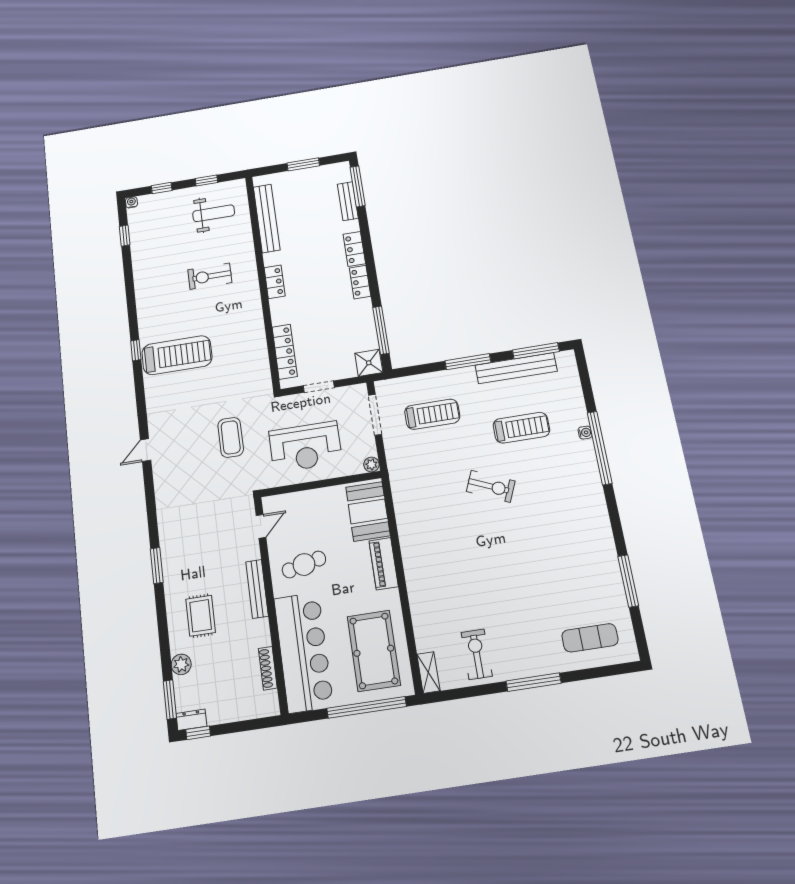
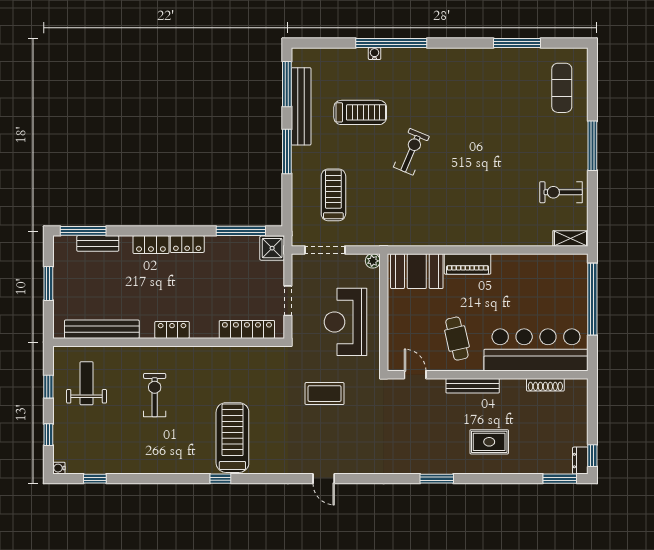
exercise bike: (210, 276) -> (155, 395), turned 180
treadmill: (521, 428) -> (360, 112), turned 90
reception desk: (305, 447) -> (345, 322), turned 180
pool table: (374, 651) -> (544, 285), removed
plant: (181, 664) -> (530, 465), removed

